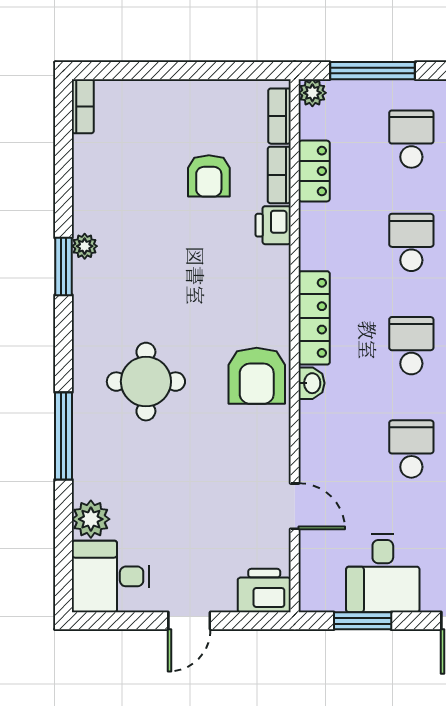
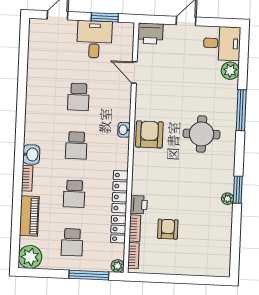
bookcase: (83, 106) -> (225, 264), removed
locker: (314, 318) -> (120, 192), moved

